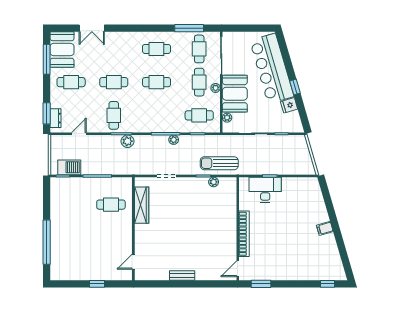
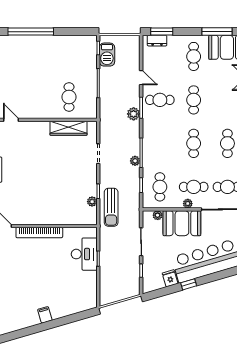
door: (79, 134) -> (141, 78), moved
sun lounger: (219, 163) -> (111, 207), turned 180

